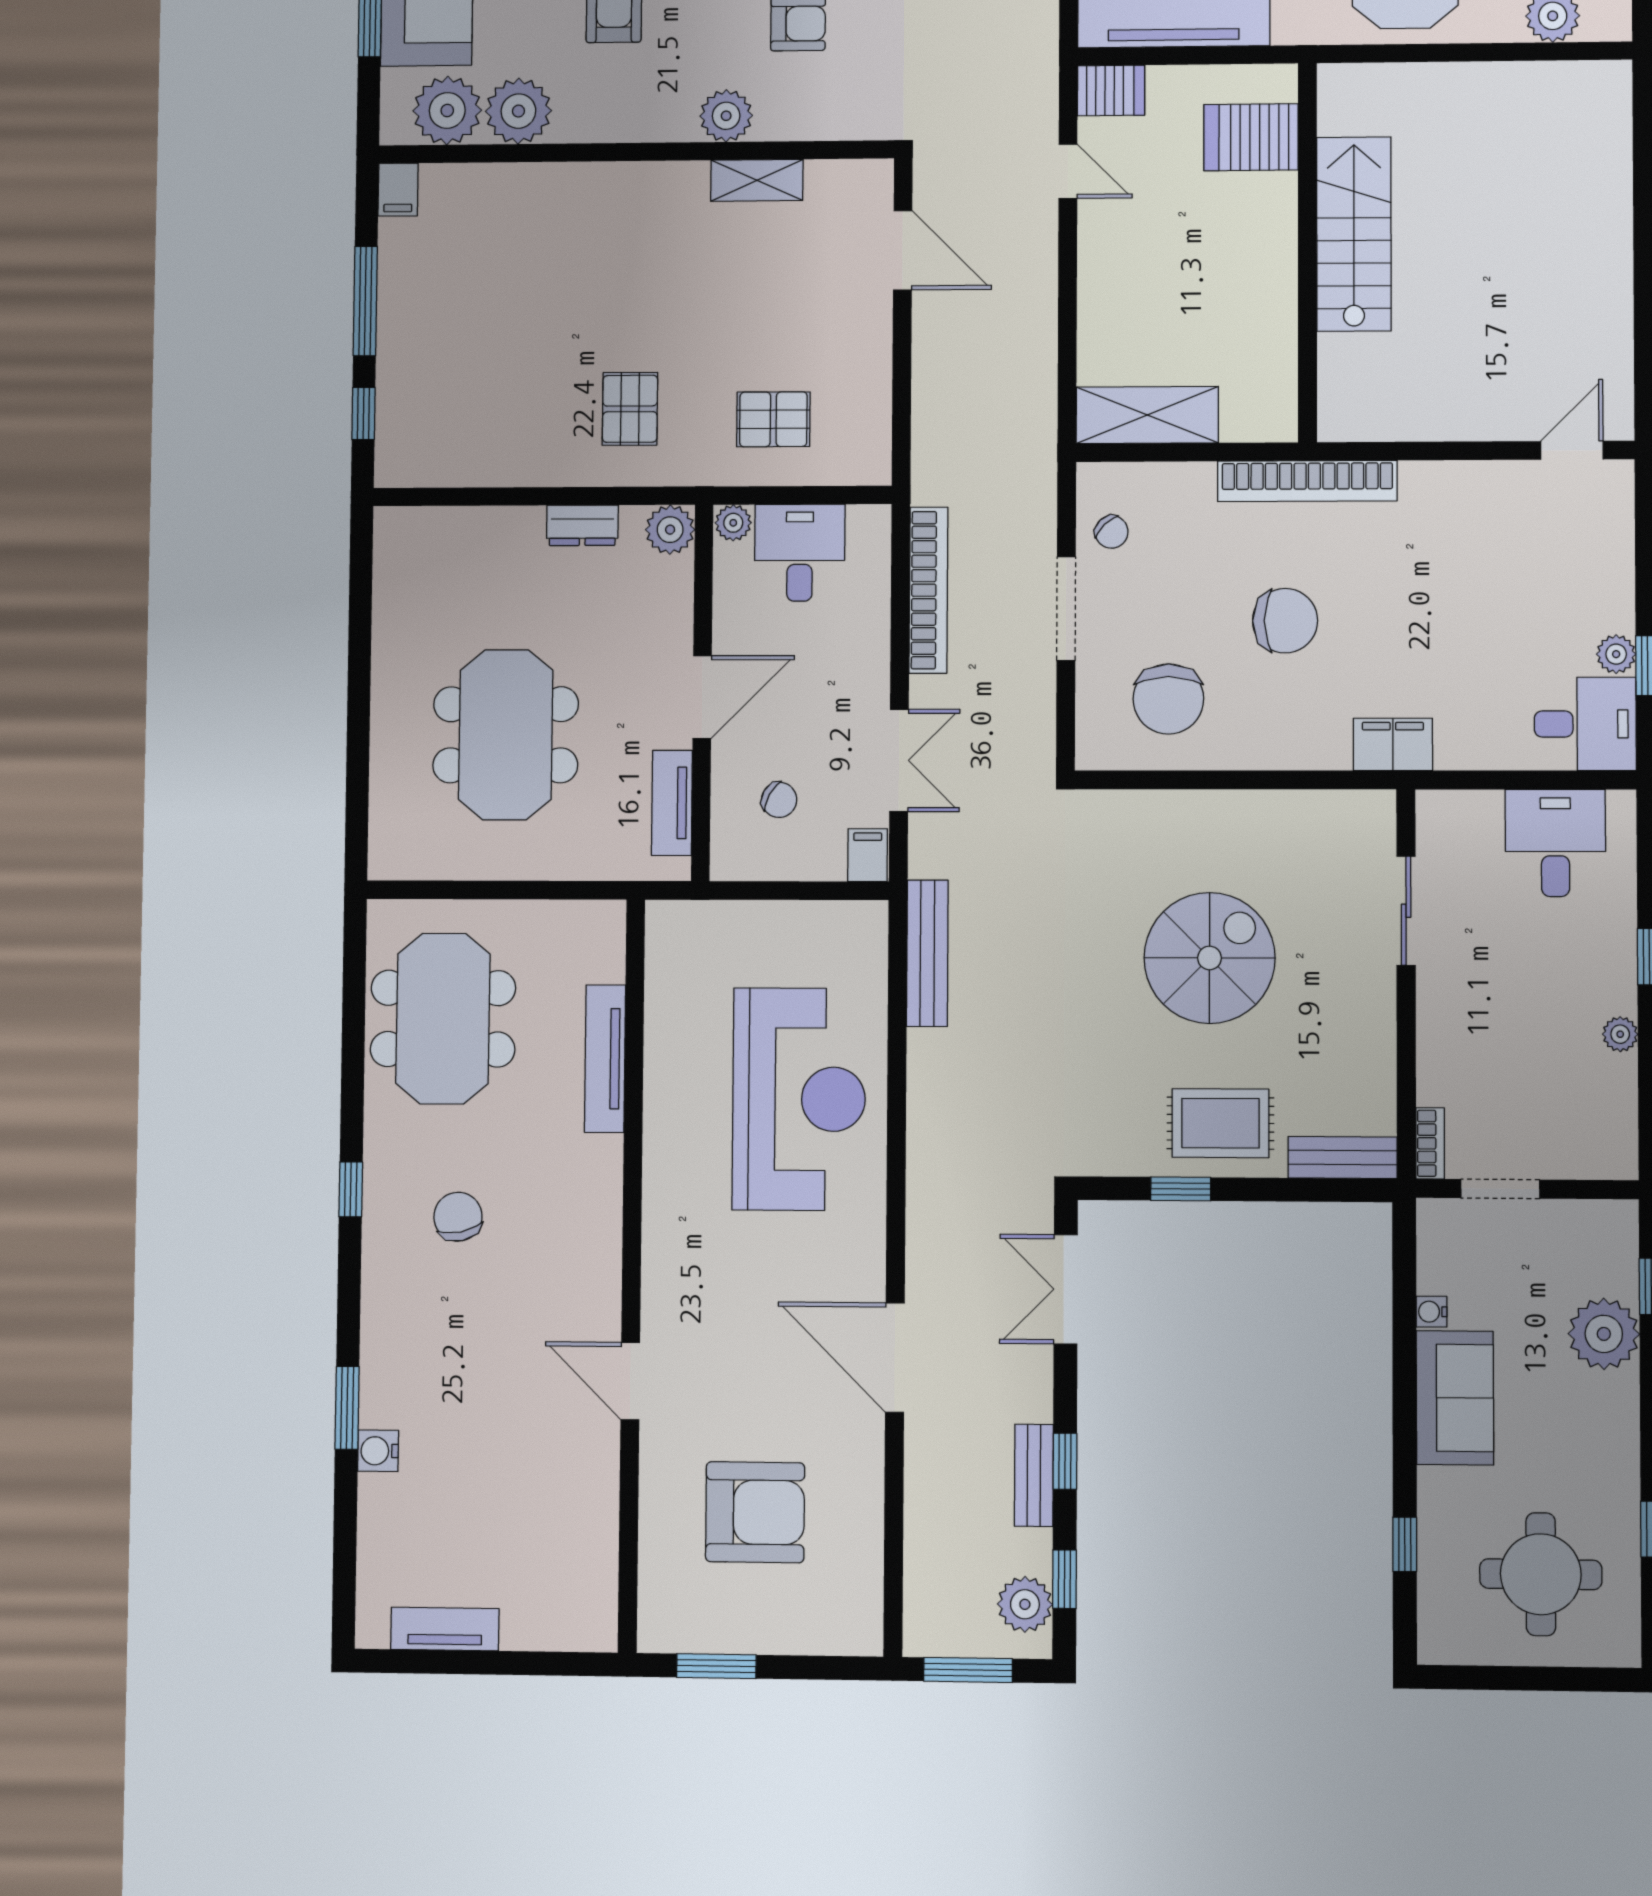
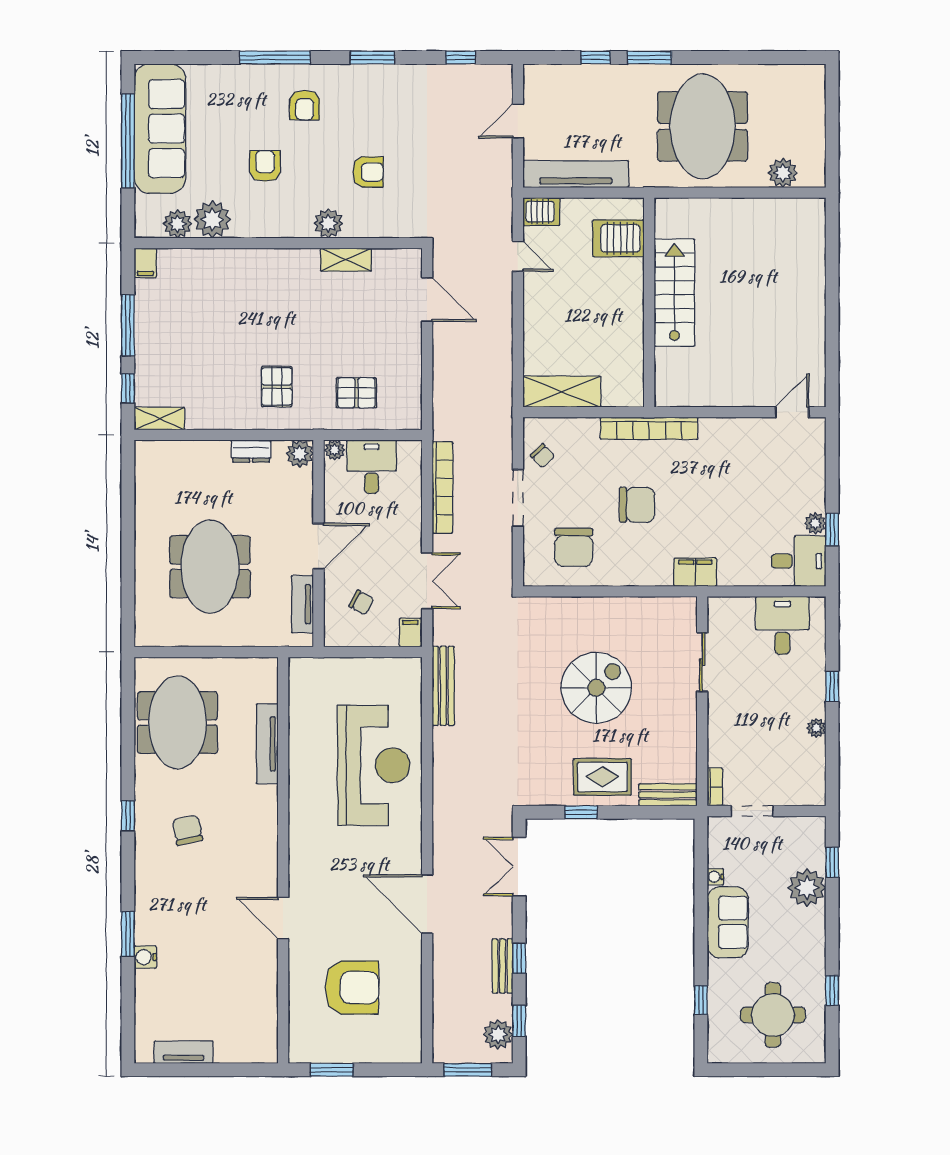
plant: (447, 110) -> (178, 224), width x0.73, depth x0.73
shelving: (419, 468) -> (159, 419), added

